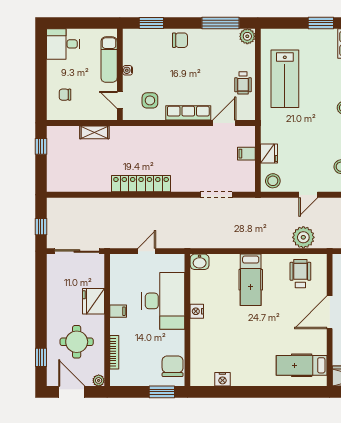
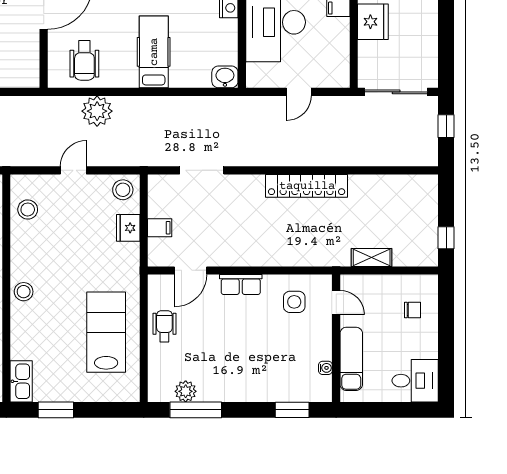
plant: (247, 36) -> (186, 391), moved
chair: (180, 40) -> (252, 386), removed
water cooler: (128, 70) -> (325, 368), moved
row of seats: (188, 113) -> (241, 285), width x0.68
plant: (303, 237) -> (97, 111), moved

